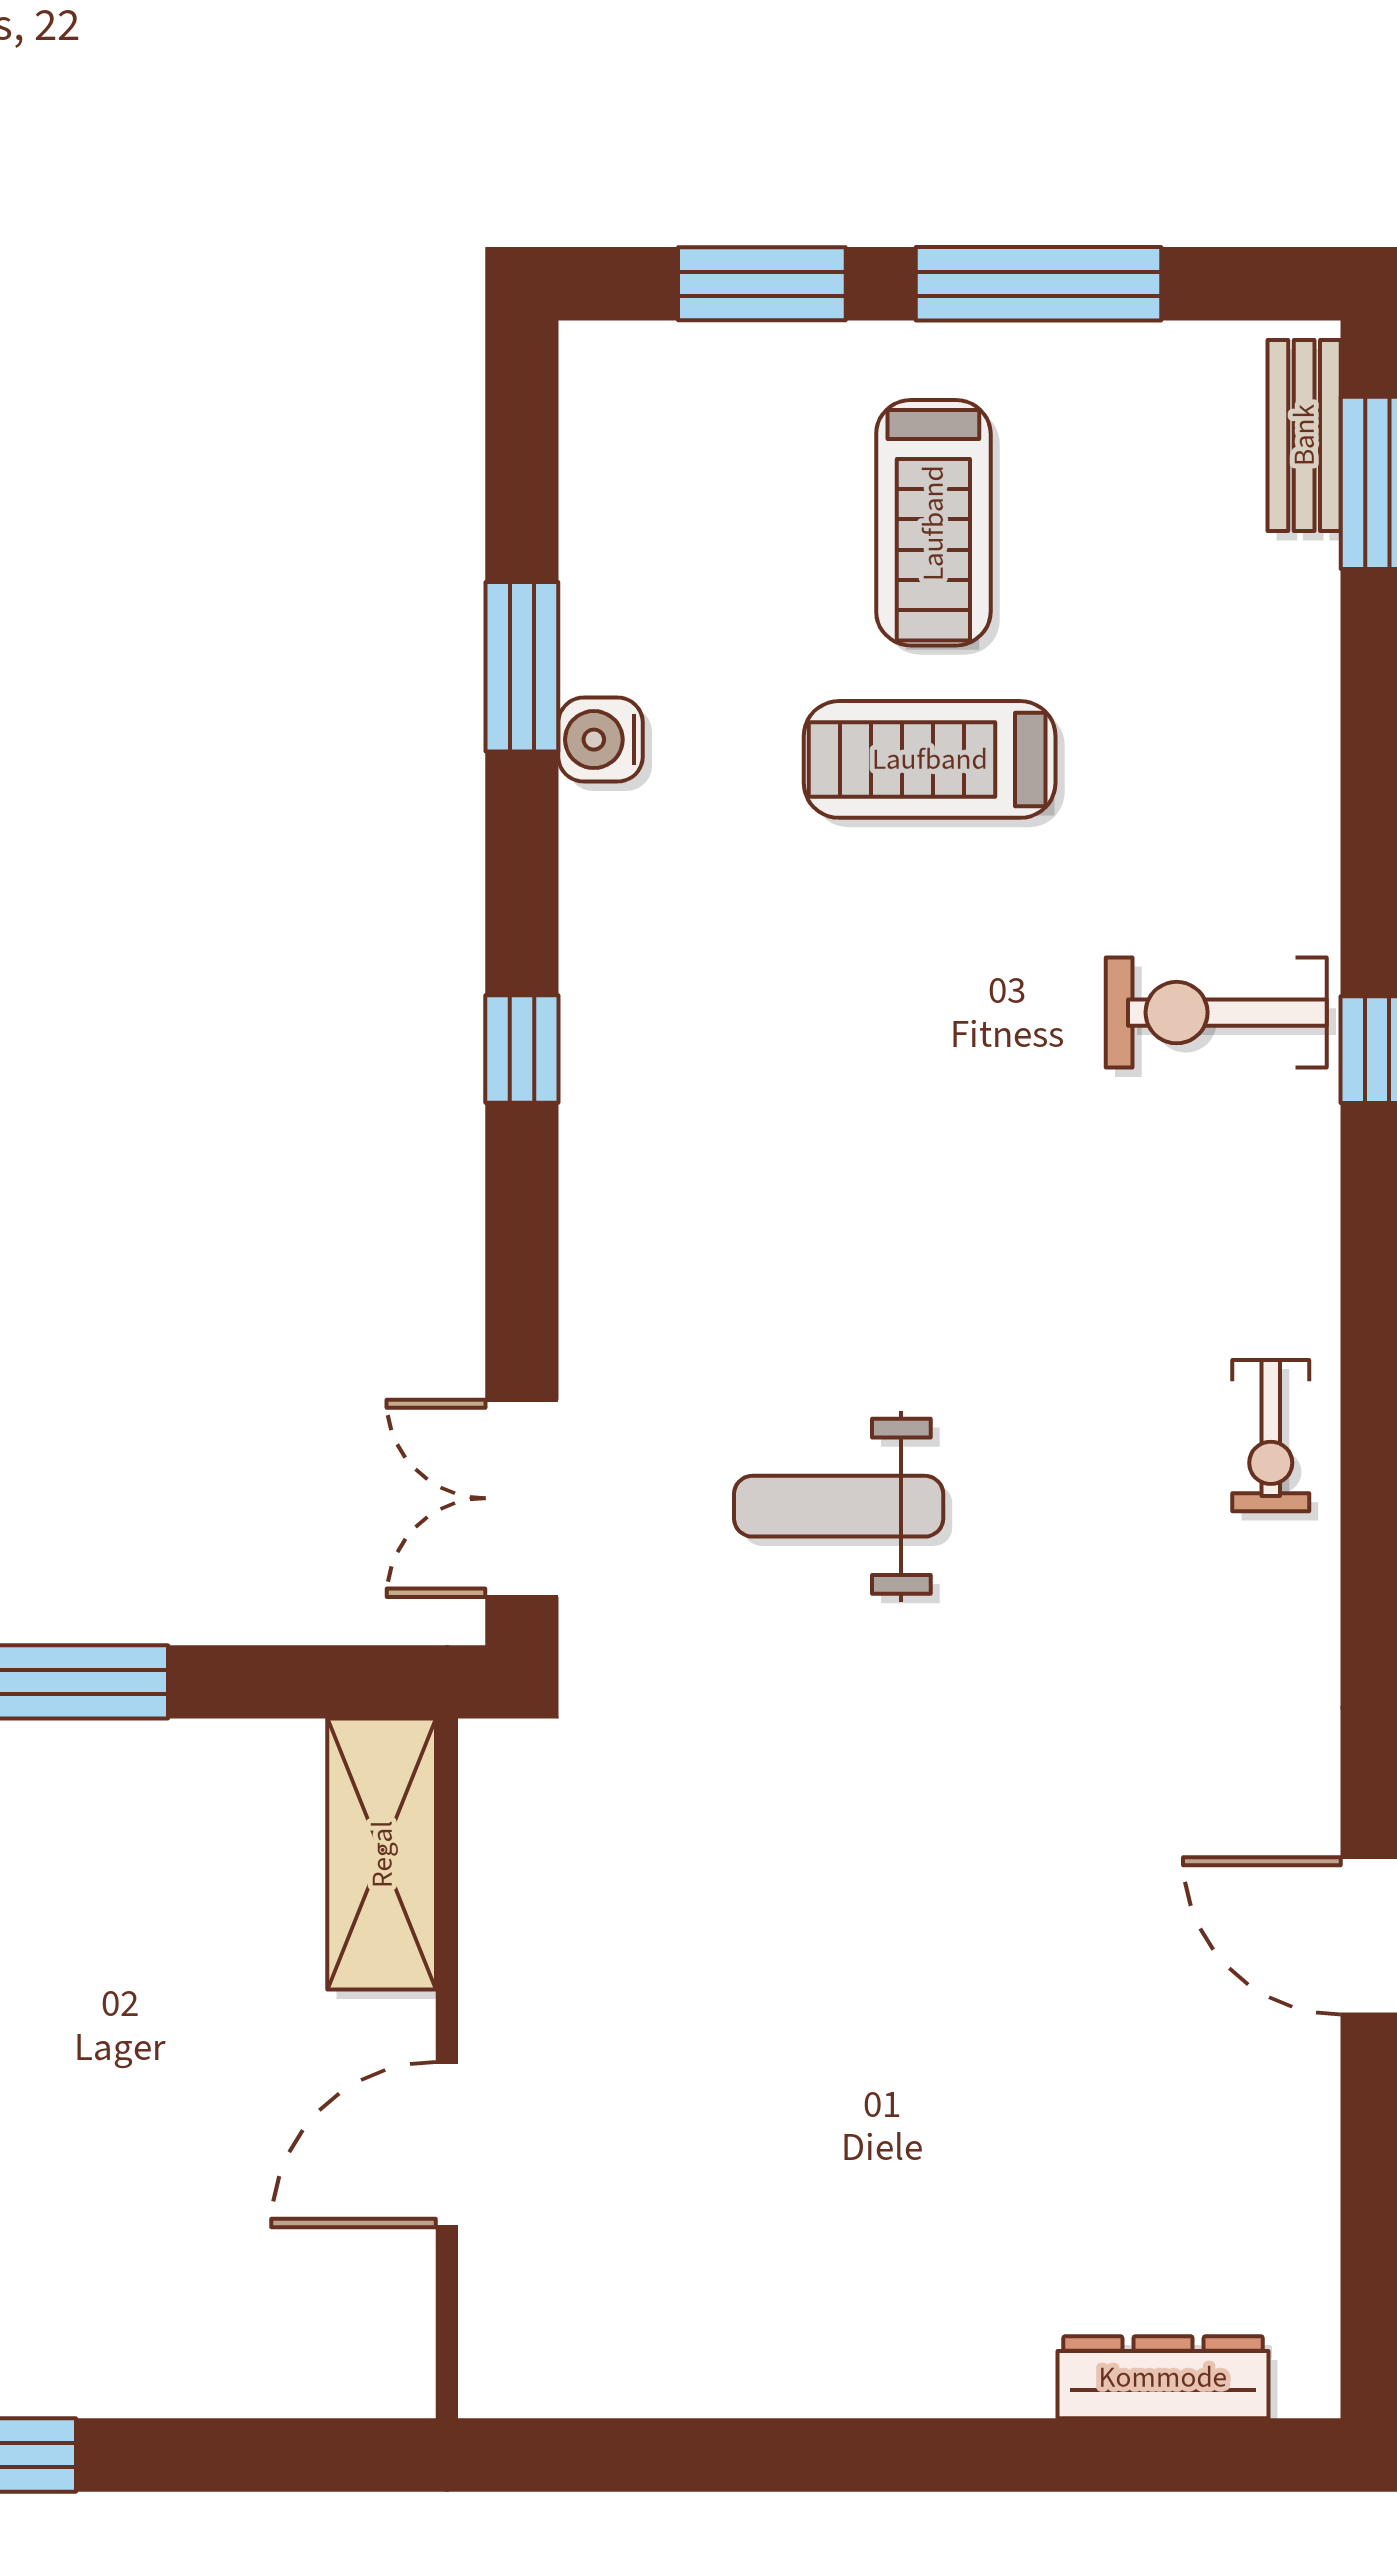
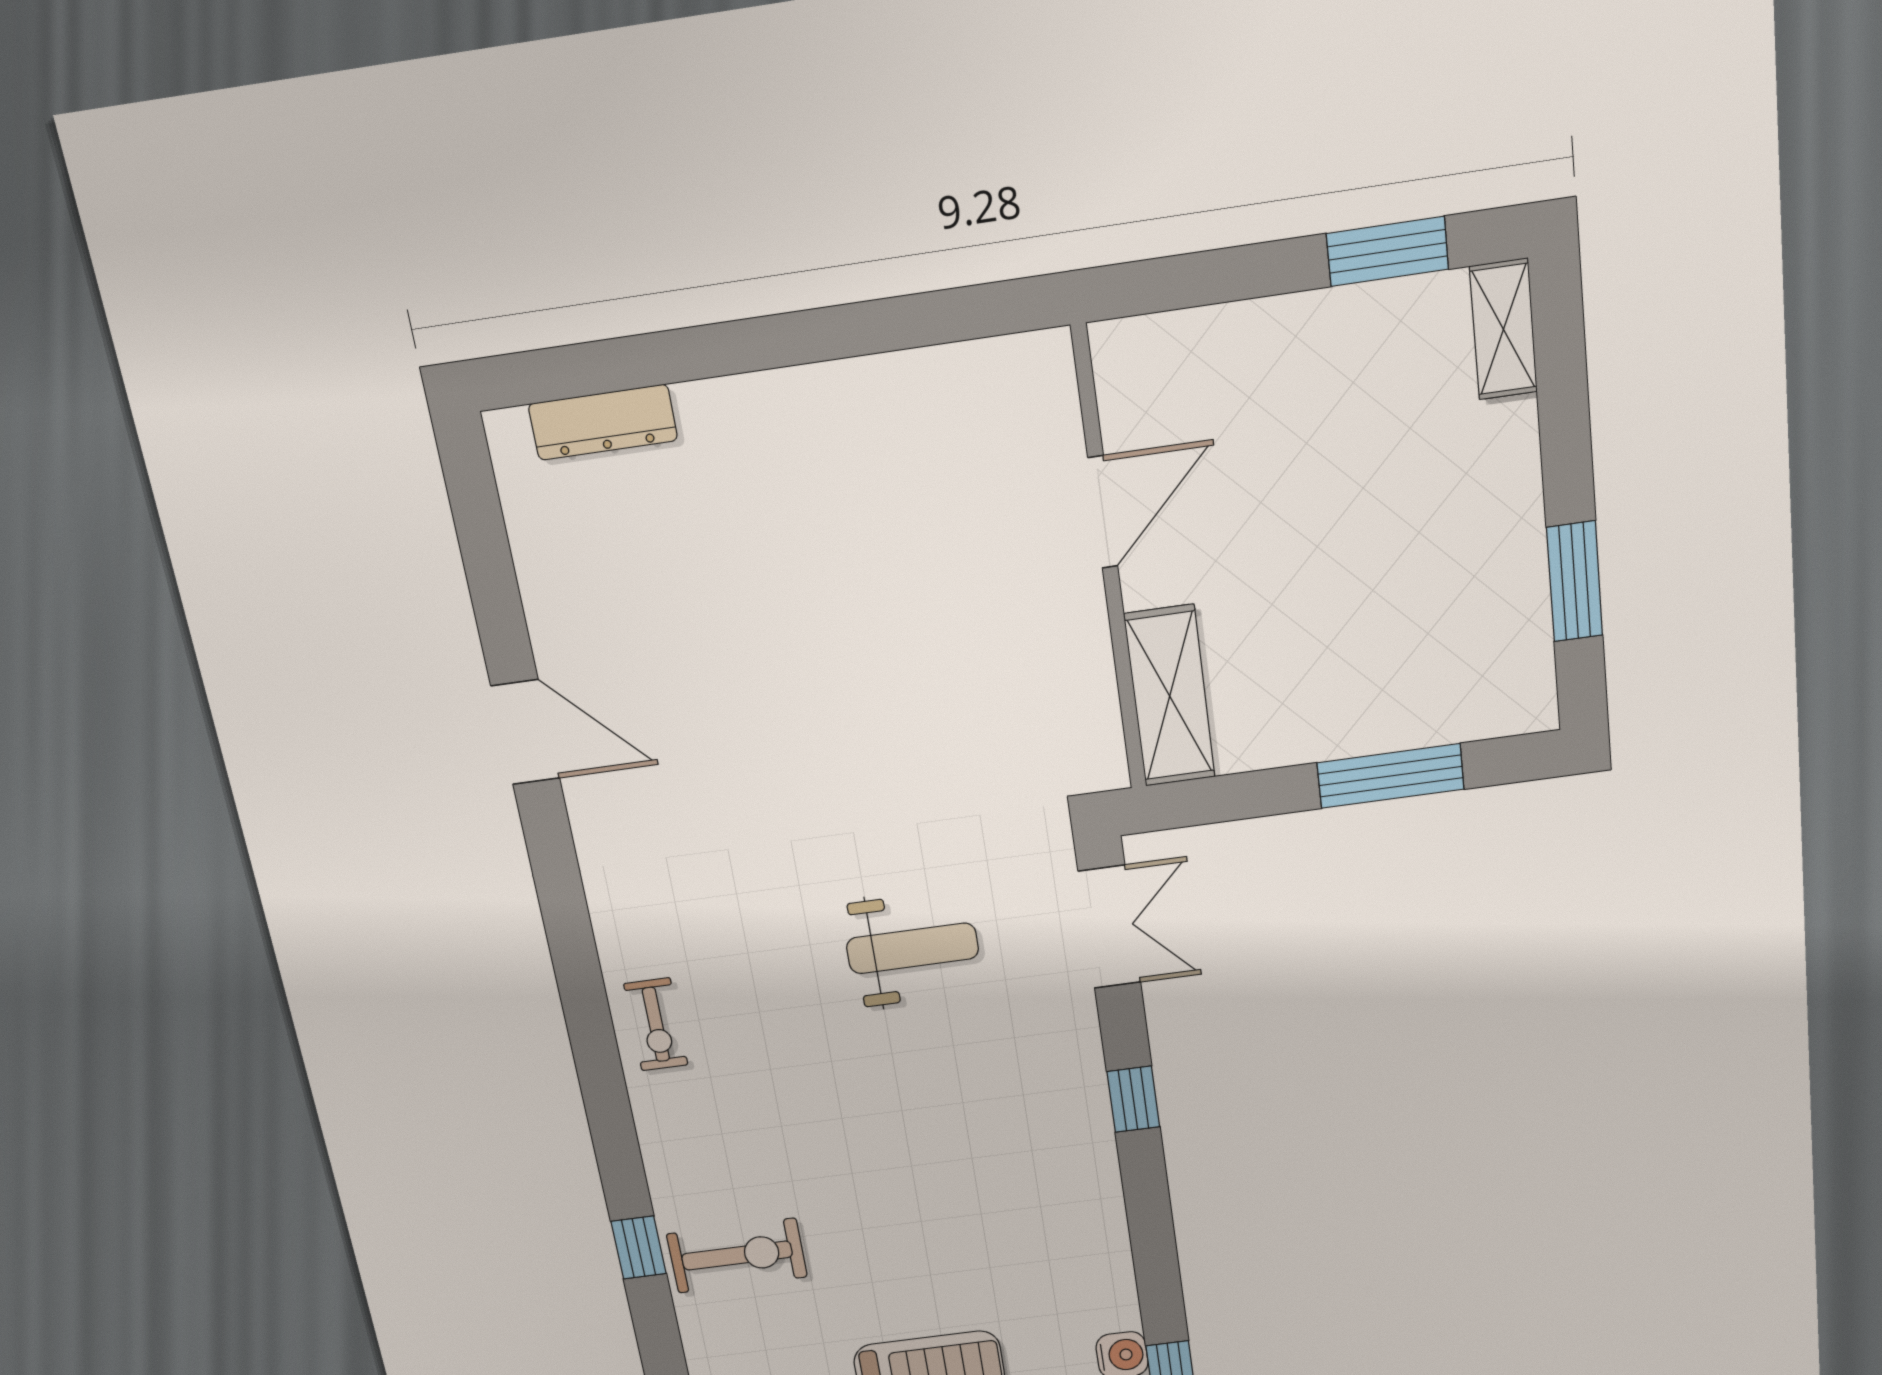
window: (522, 1049) -> (1133, 1099), moved
exercise bike: (1271, 1436) -> (656, 1024), turned 180

